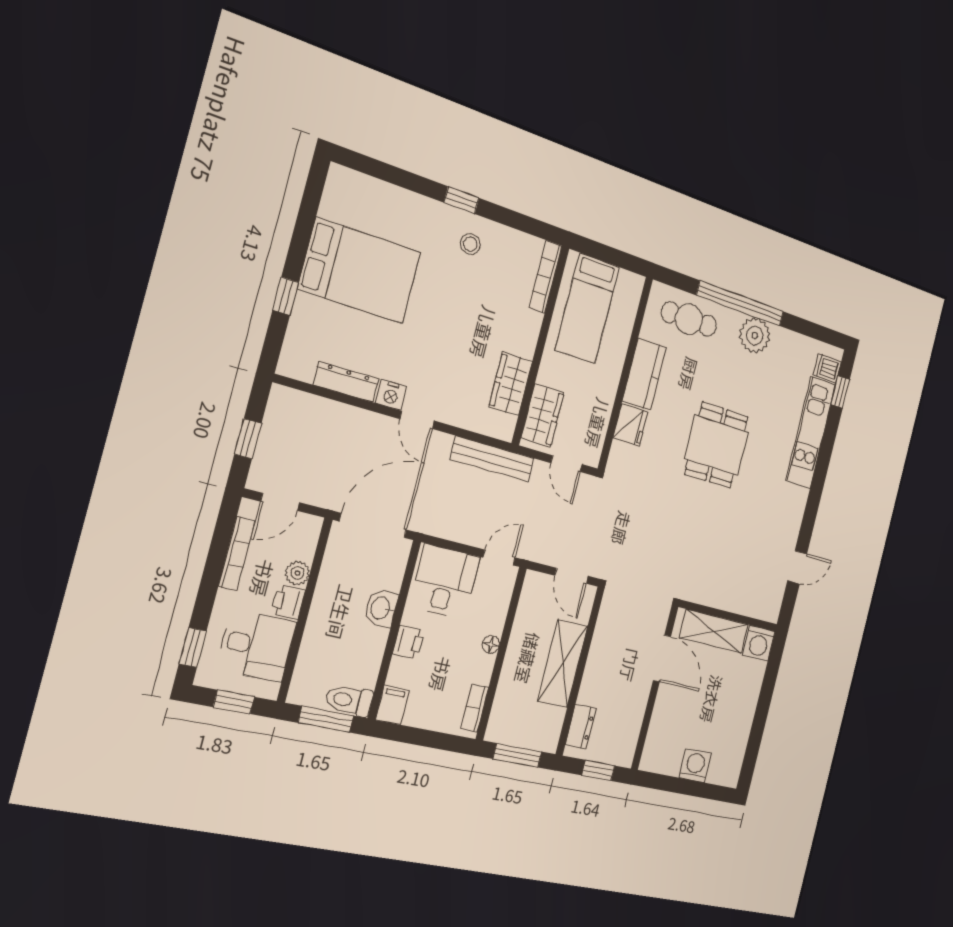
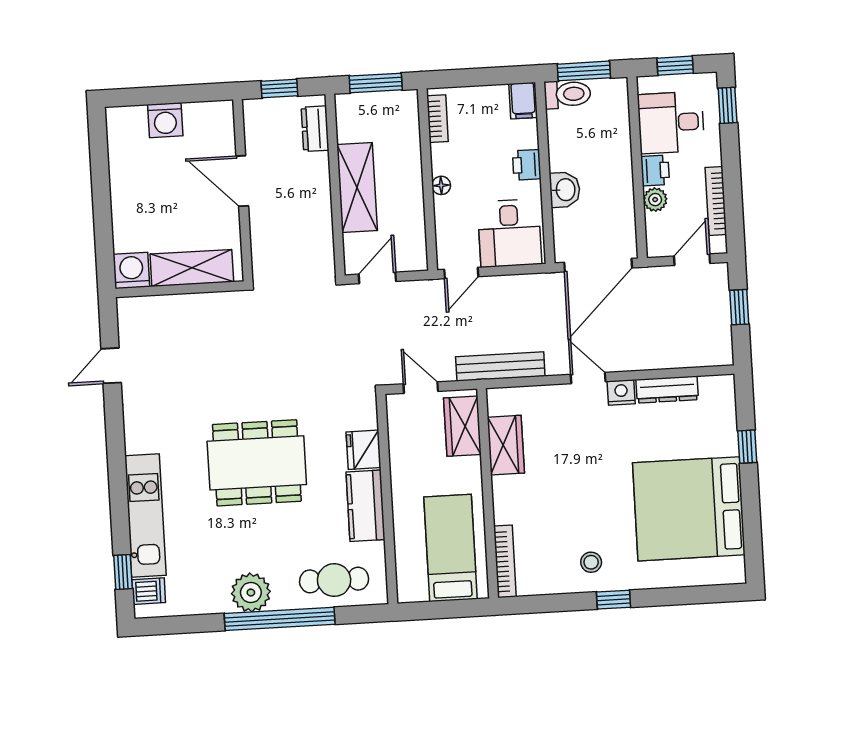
bed: (360, 271) -> (689, 509), width x1.36
dining table: (716, 445) -> (257, 463), width x1.38
door: (571, 576) -> (377, 278), hinge flipped
door: (662, 658) -> (242, 181), moved

